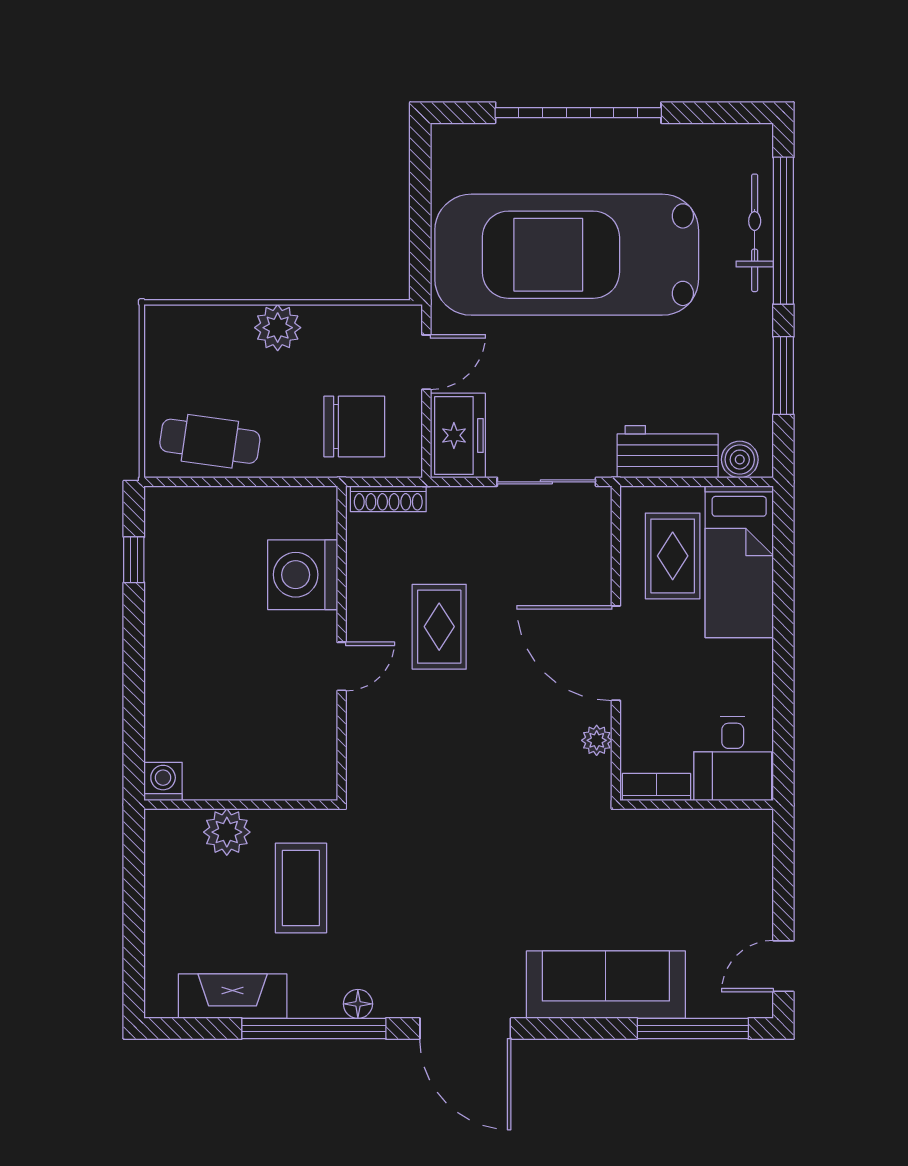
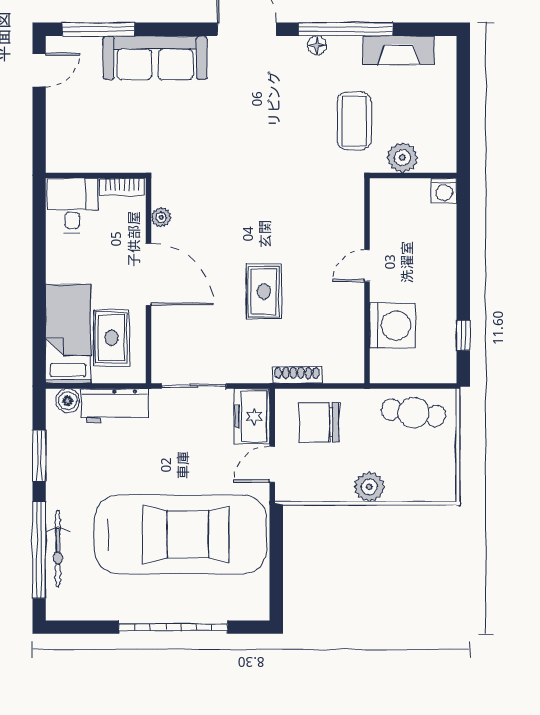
washing machine: (303, 575) -> (392, 325), moved
wall: (342, 643) -> (367, 281), moved
door: (342, 666) -> (367, 266), moved

